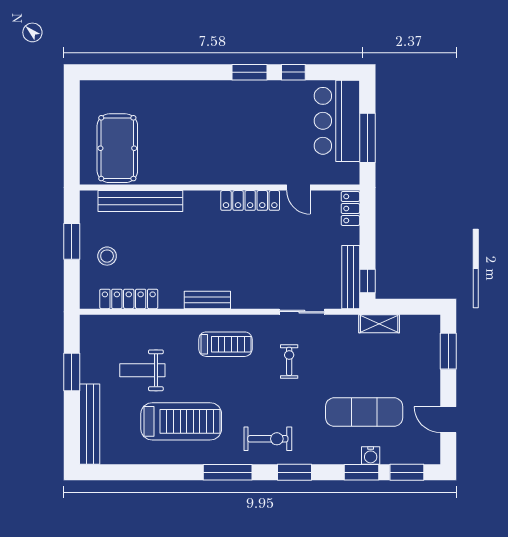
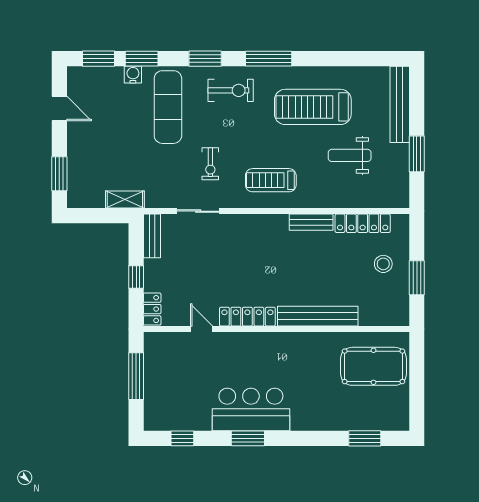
window: (127, 72) -> (365, 438), added
window: (293, 72) -> (182, 438), moved
bar counter: (337, 121) -> (251, 409), moved, turned -90
pool table: (117, 148) -> (374, 366), turned 90
bench: (140, 201) -> (318, 316), moved
bench: (351, 277) -> (152, 236), width x0.73
window: (367, 281) -> (136, 277), moved
bench: (207, 300) -> (311, 222), moved
weight bench: (142, 370) -> (350, 155), turned 180
exercise mat: (364, 412) -> (168, 107), moved, turned 90
exercise bike: (268, 439) -> (231, 90), turned 180

